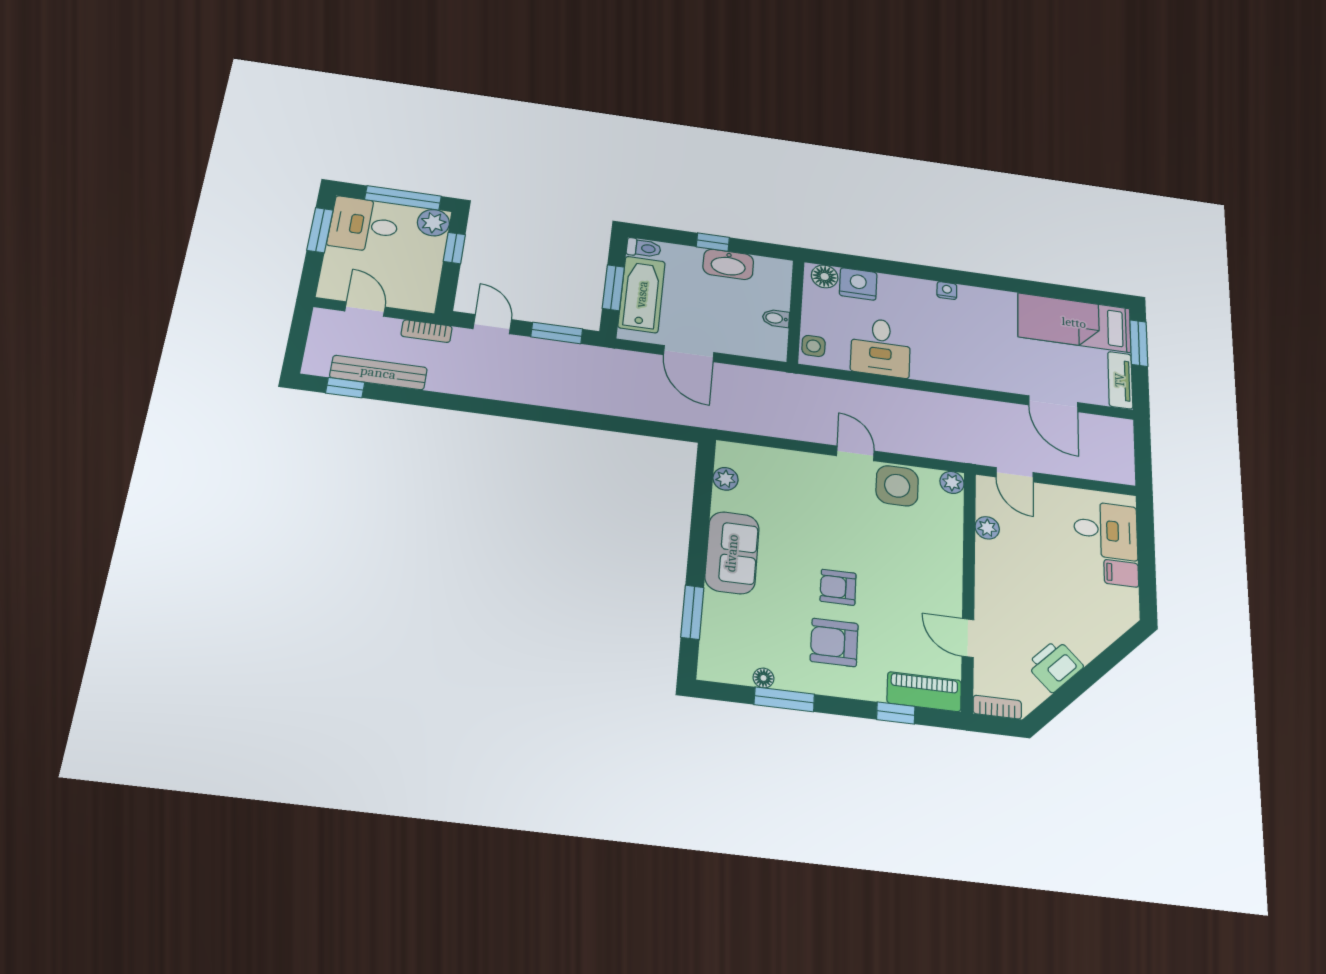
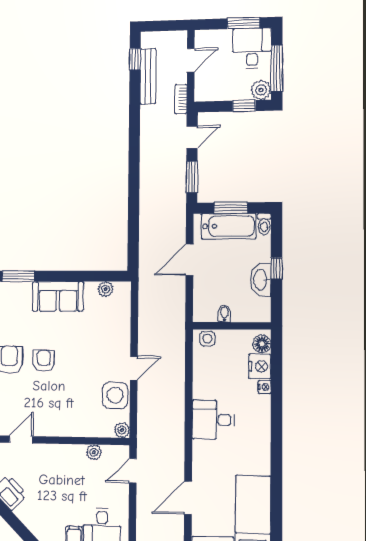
nightstand: (947, 291) -> (264, 387), moved
desk: (881, 347) -> (213, 420), moved

